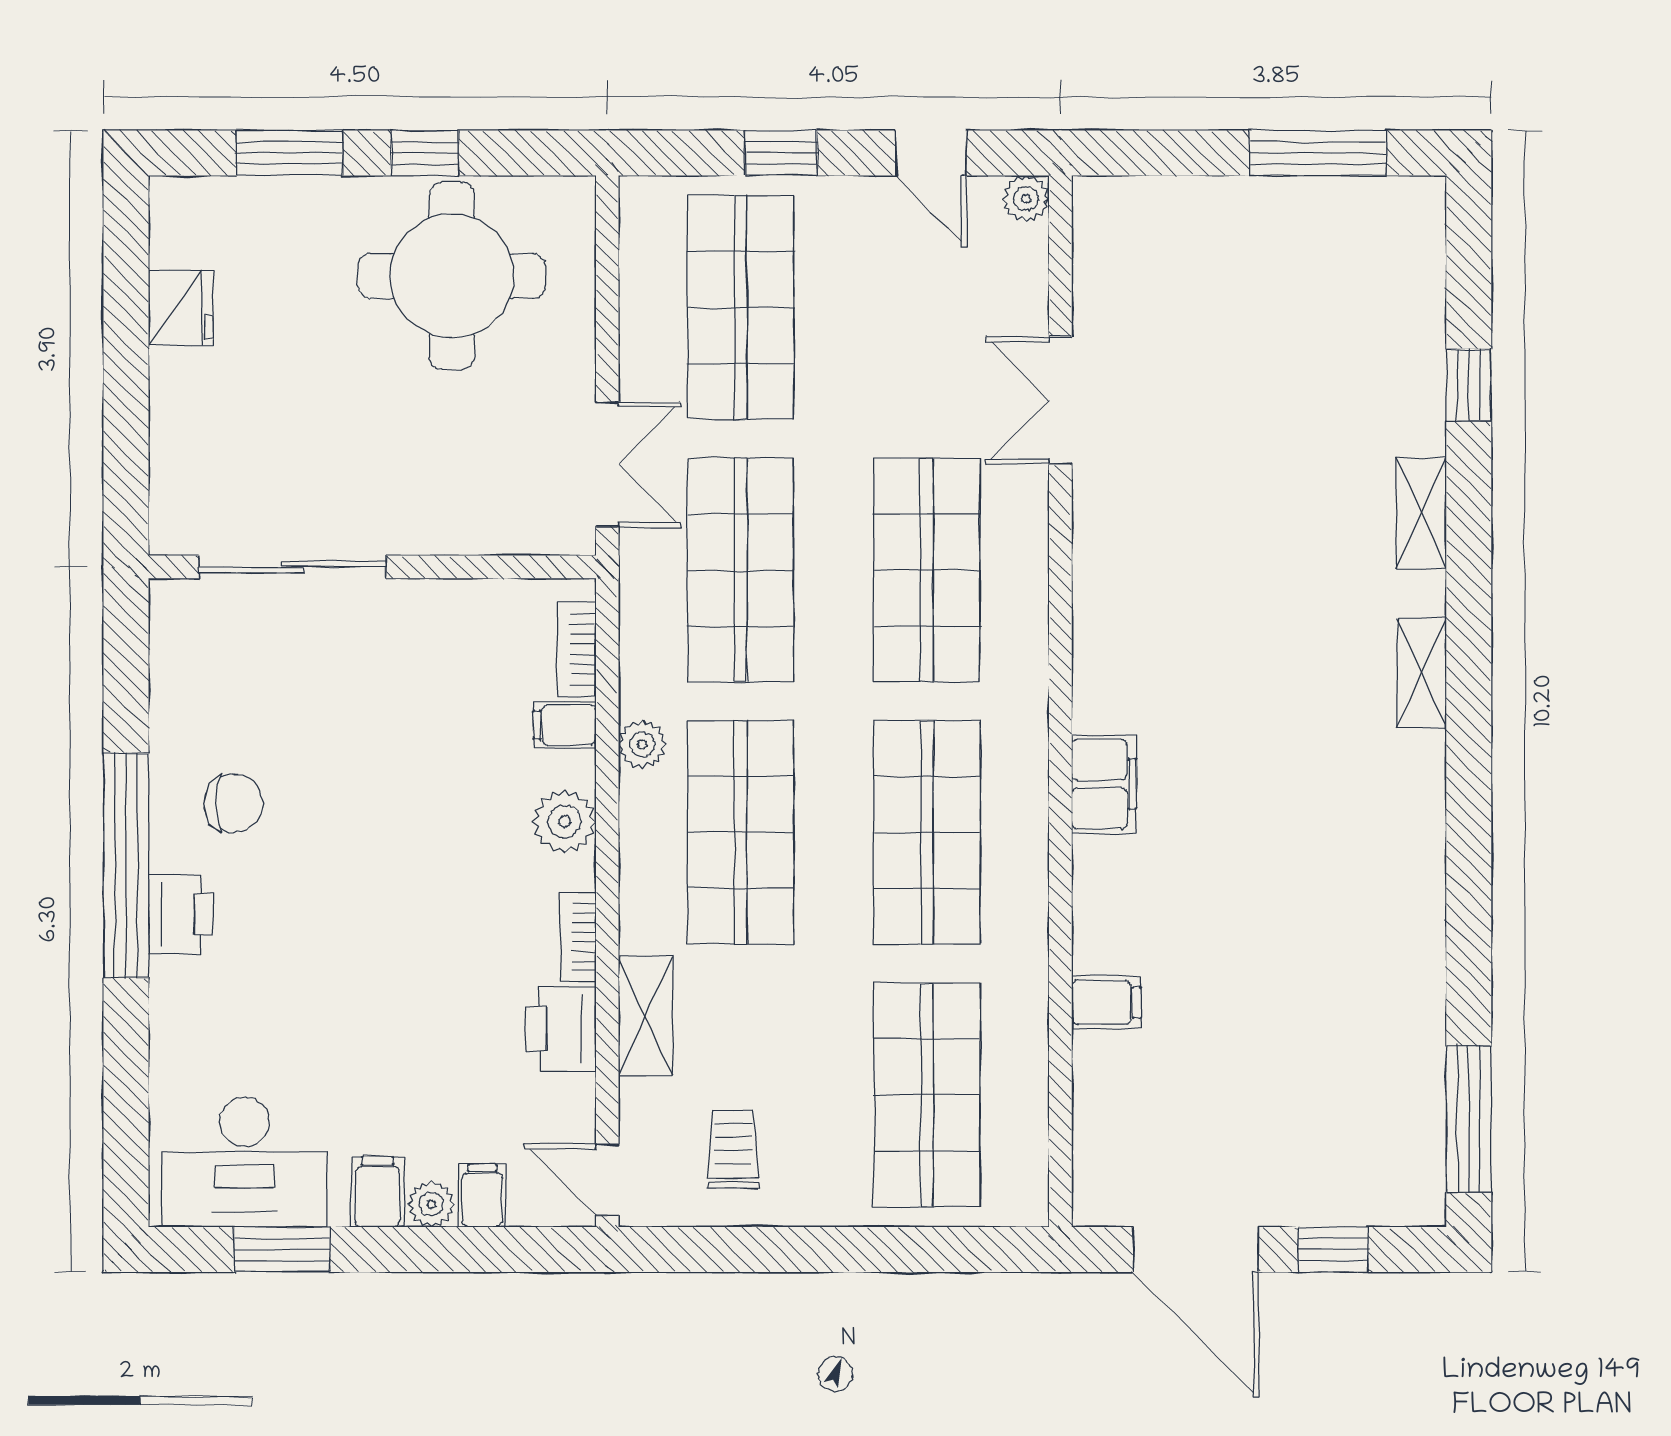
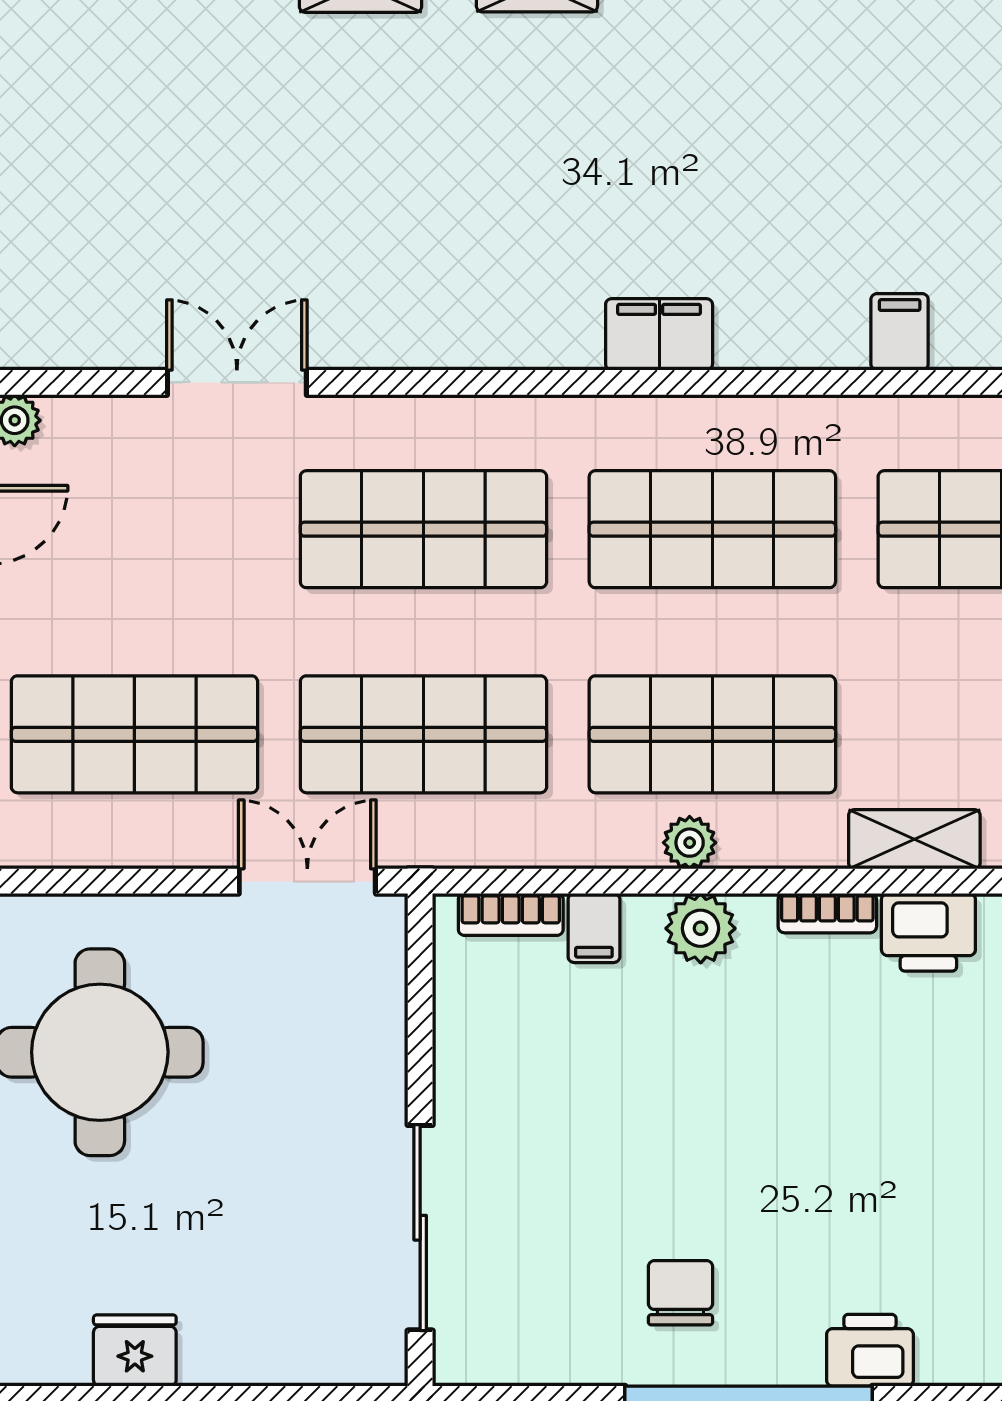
double door: (1060, 400) -> (237, 382), swing flipped
plant: (642, 744) -> (690, 843), moved
printer: (181, 914) -> (870, 1350), moved

